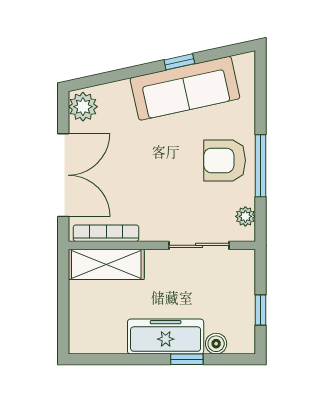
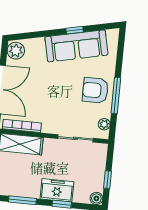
freezer: (166, 337) -> (57, 190), width x0.71
boiler: (216, 344) -> (96, 198), moved
window: (119, 359) -> (22, 200), added

